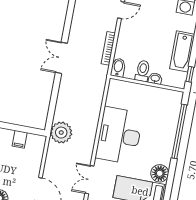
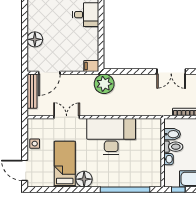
double door: (61, 58) -> (171, 72), swing flipped
bidet: (118, 68) -> (172, 134), moved
filing cabinet: (20, 139) -> (91, 66), moved

